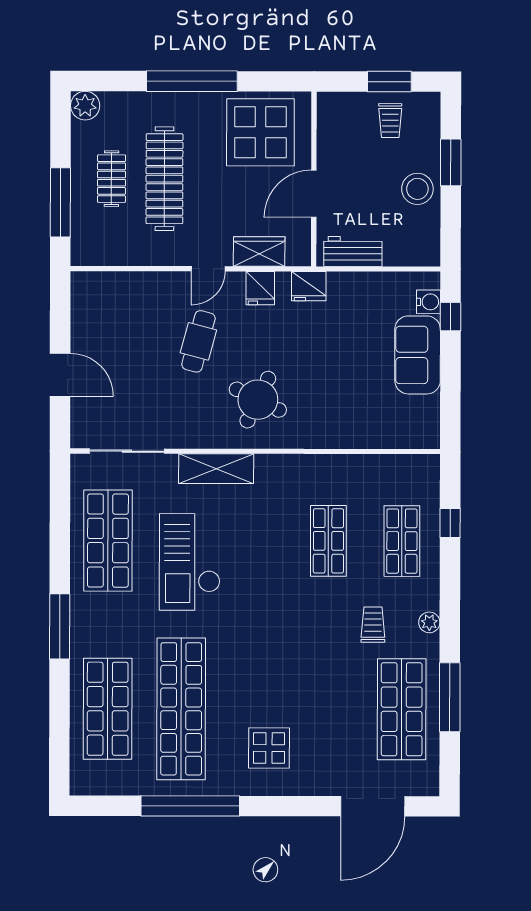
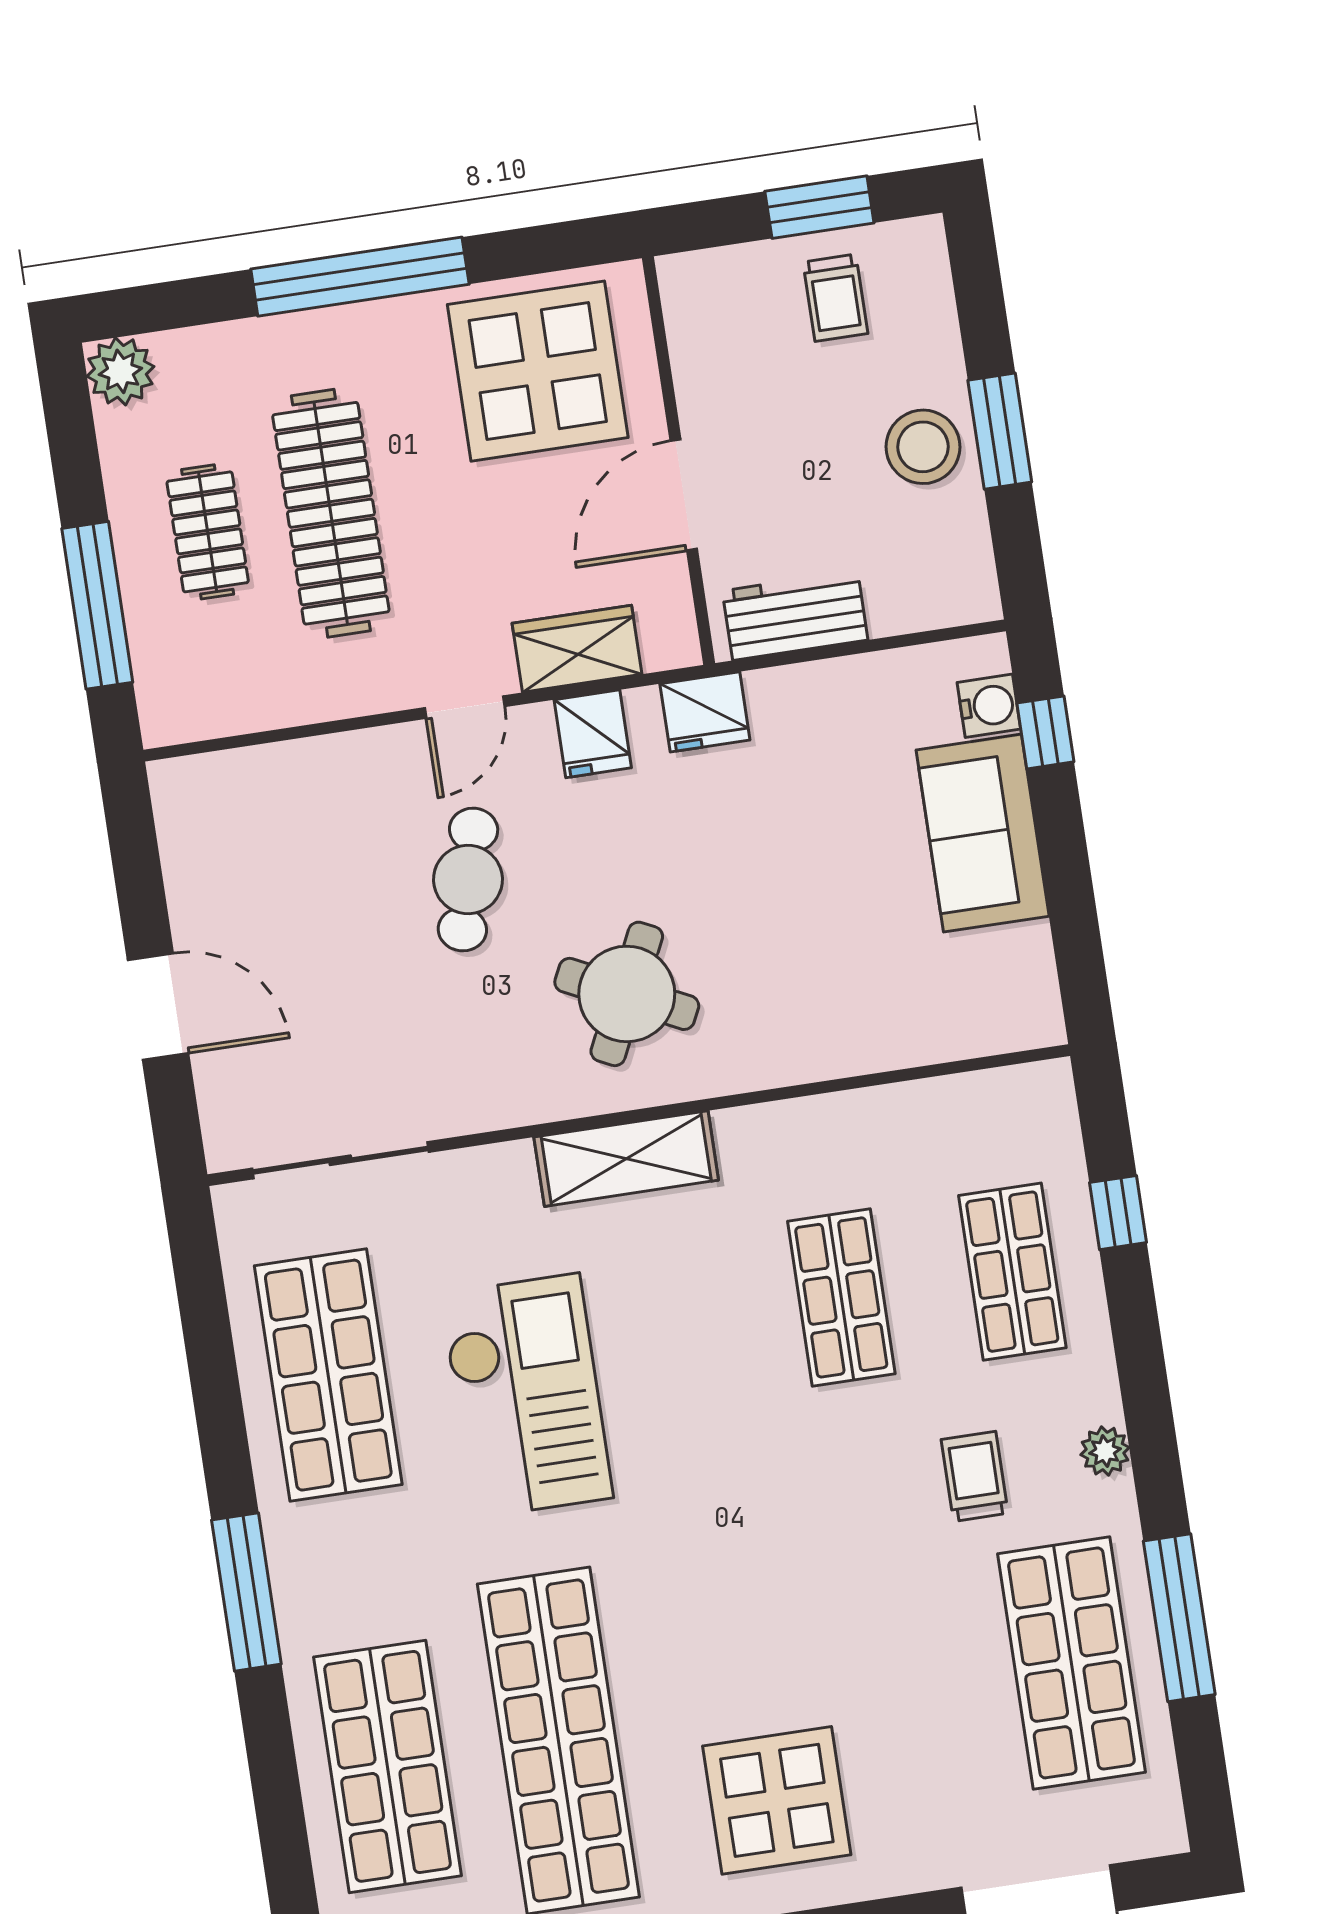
window: (451, 162) -> (1000, 431), moved
shelving: (216, 469) -> (626, 1159), moved
checkout: (190, 562) -> (526, 1396), turned 180
display table: (269, 748) -> (777, 1800), width x1.36, depth x1.36

